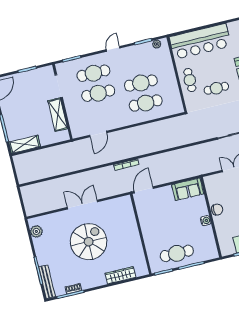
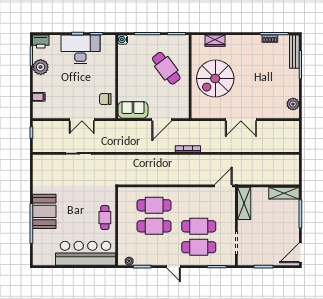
door: (113, 49) -> (173, 267), hinge flipped
cafe table: (216, 88) -> (81, 203), removed
shelving: (58, 115) -> (244, 203), moved
door: (98, 134) -> (223, 186), moved
door: (144, 190) -> (162, 120), moved
chair: (217, 210) -> (105, 99), moved
water cooler: (206, 221) -> (123, 40), moved
spiral stairs: (89, 242) -> (215, 79), moved
cafe table: (177, 253) -> (166, 68), moved, turned 53
wardrobe: (120, 275) -> (215, 41), width x0.67

